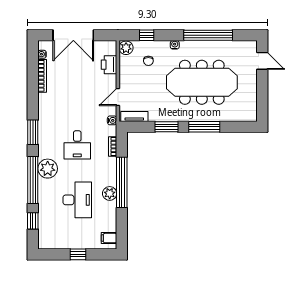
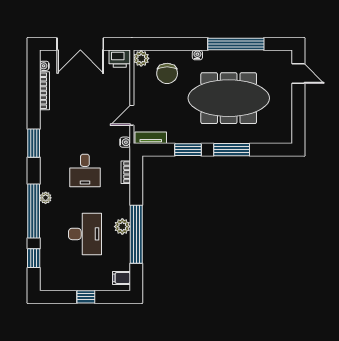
window: (147, 35) -> (165, 44), removed
chair: (148, 61) -> (167, 73), width x1.87, depth x1.87
printer: (109, 65) -> (120, 59), moved, turned -90
window: (33, 132) -> (34, 143), moved
plant: (48, 169) -> (46, 198), width x0.53, depth x0.53
window: (122, 182) -> (136, 234), moved

